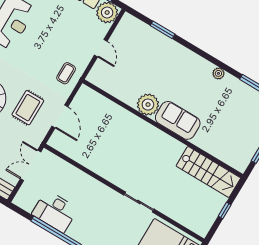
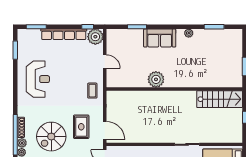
door: (60, 116) -> (105, 131), moved
sofa: (178, 120) -> (160, 38), moved, turned 180

